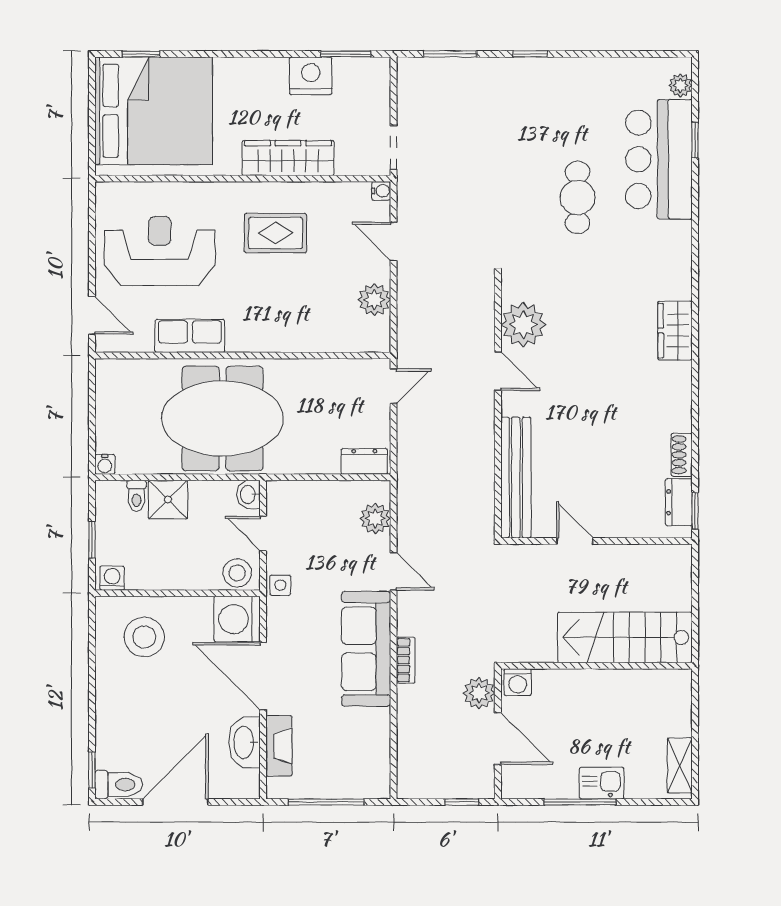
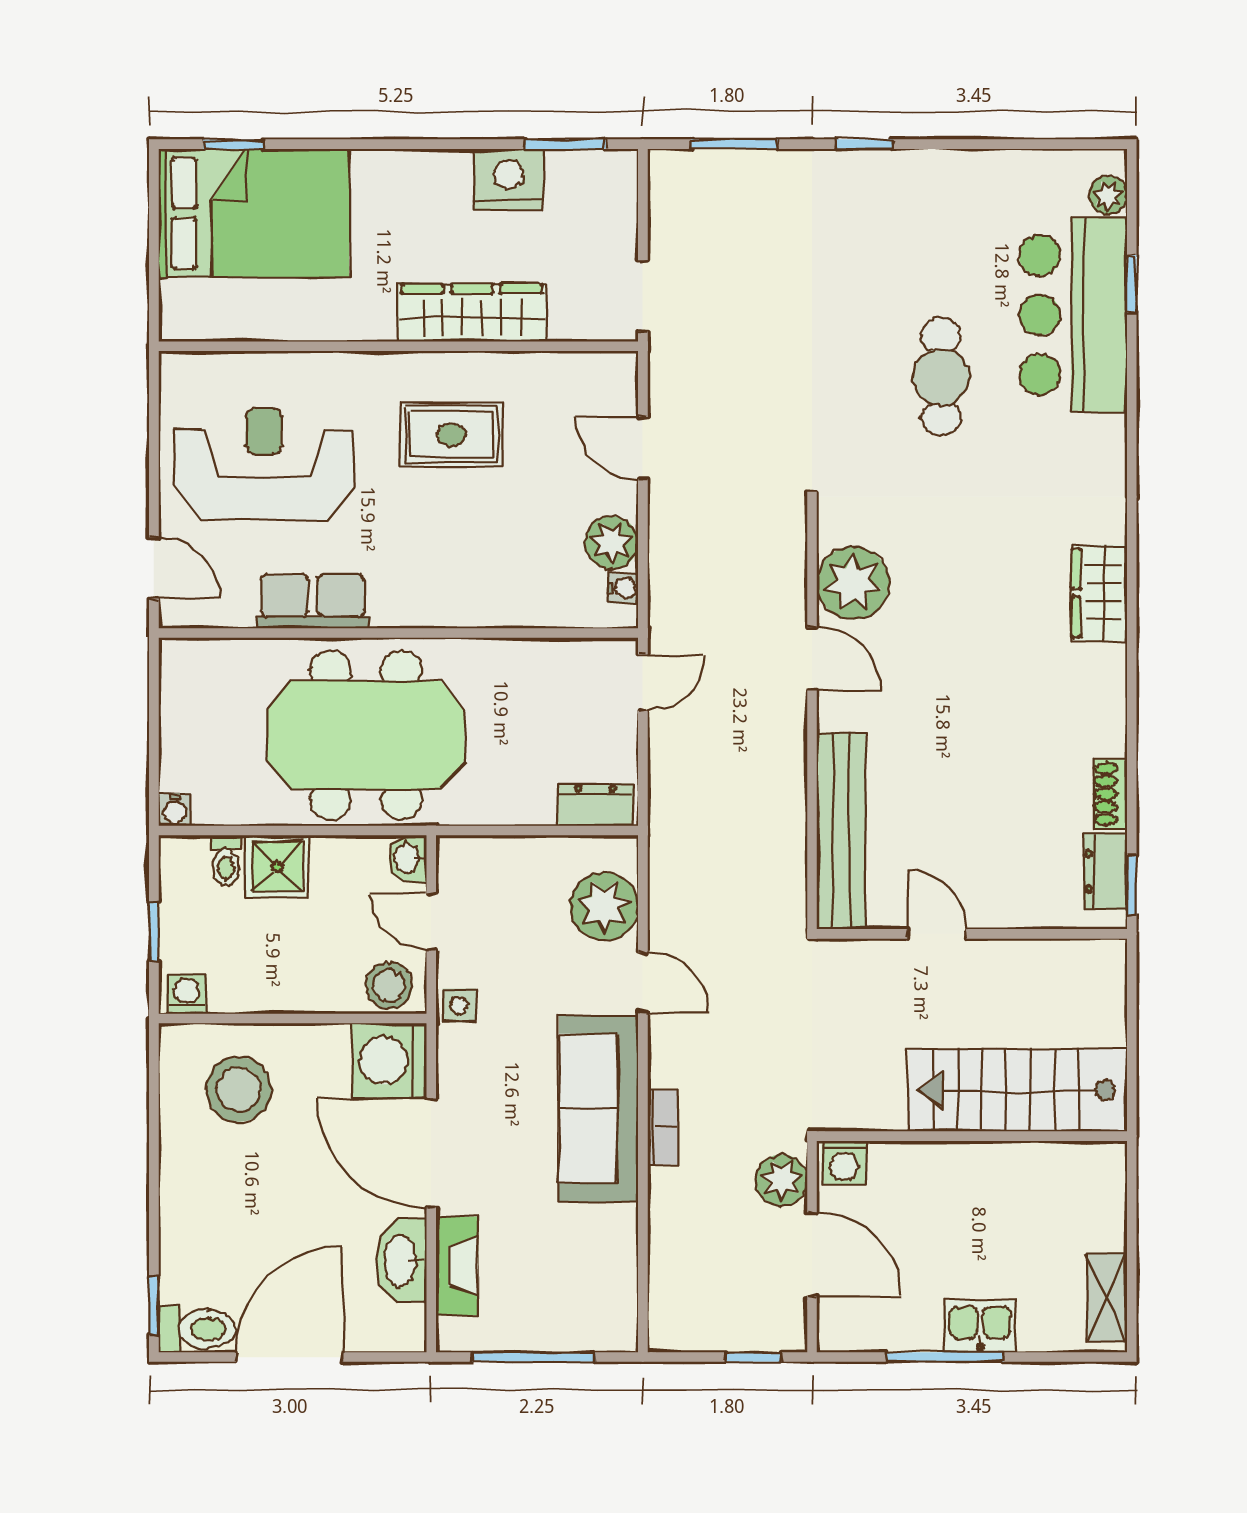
bed: (154, 111) -> (254, 213), width x0.73
water cooler: (381, 191) -> (623, 588), moved
plant: (375, 519) -> (604, 906), width x1.36, depth x1.36

